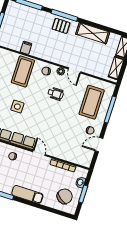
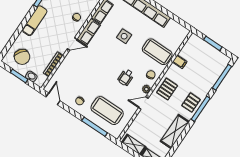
pallet: (55, 52) -> (167, 89), added
door: (99, 145) -> (53, 99), moved

